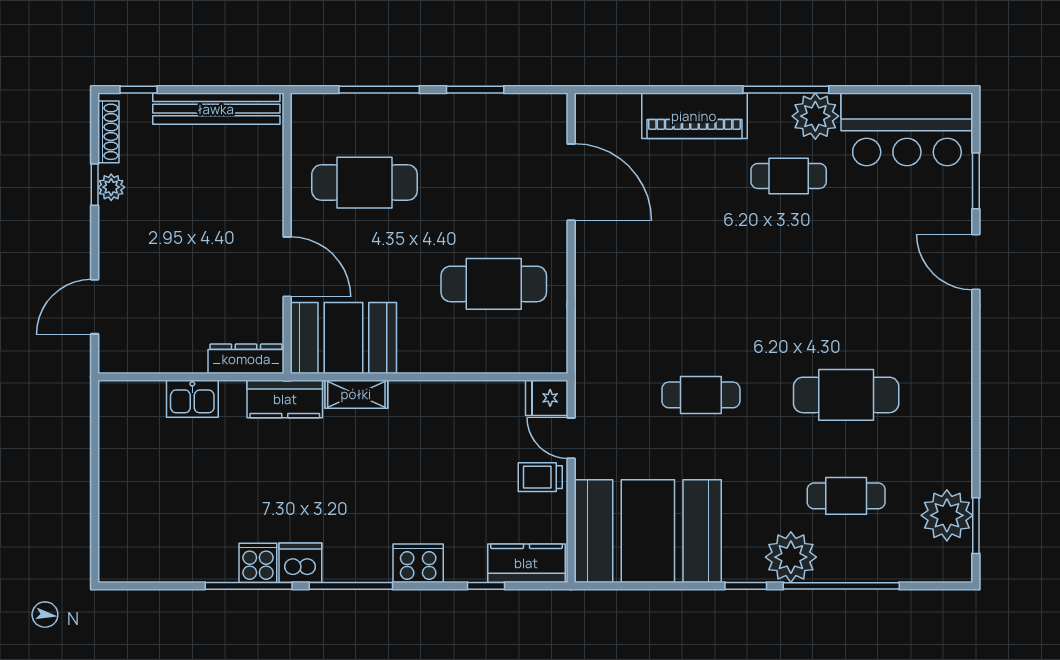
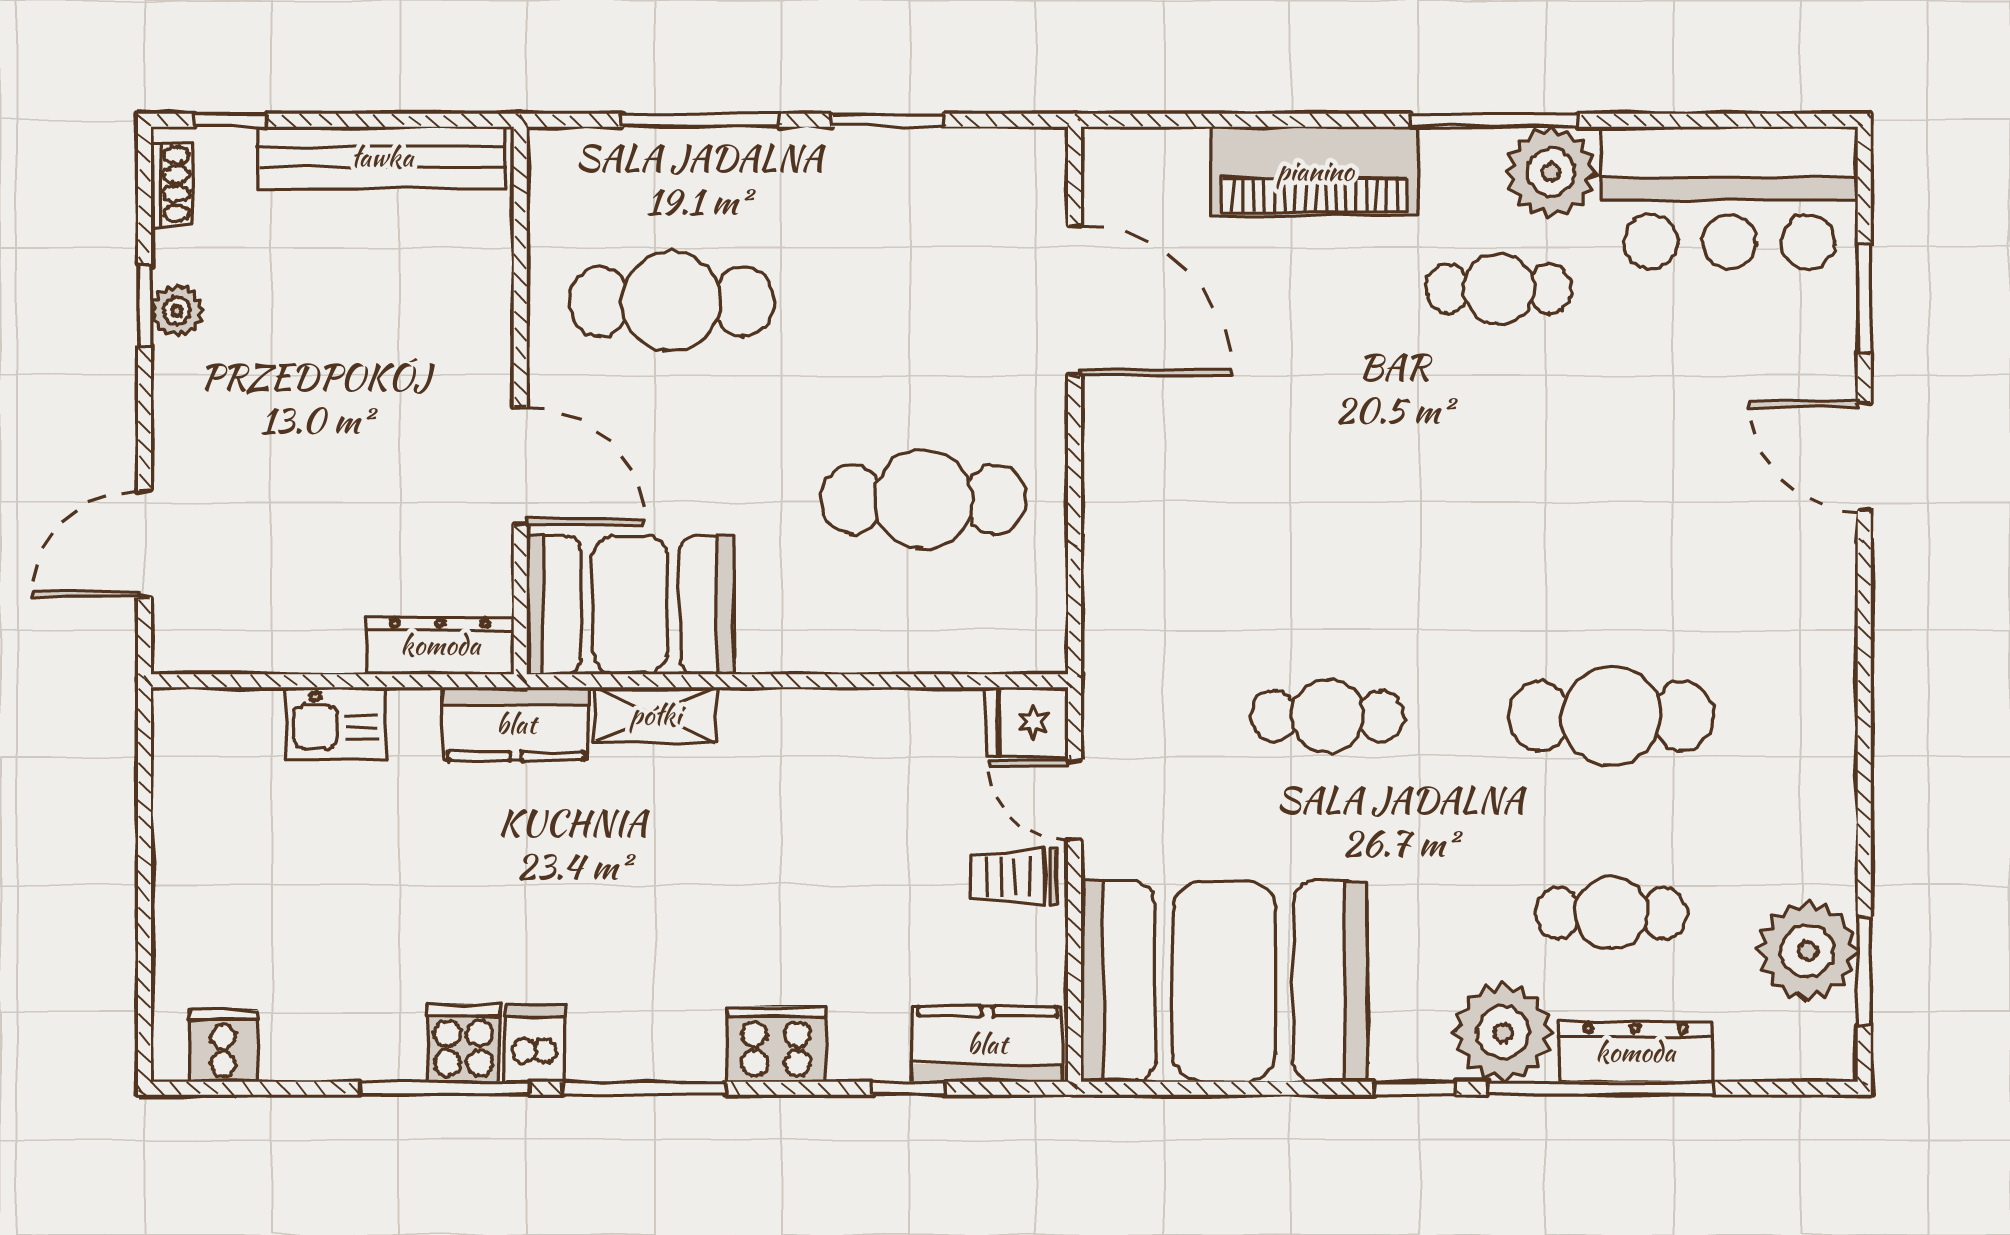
shoe rack: (108, 132) -> (171, 184), width x0.70
dishwasher: (300, 563) -> (535, 1043), width x0.73
cooker: (135, 564) -> (223, 1046), added
dresser: (859, 567) -> (1635, 1052), added

